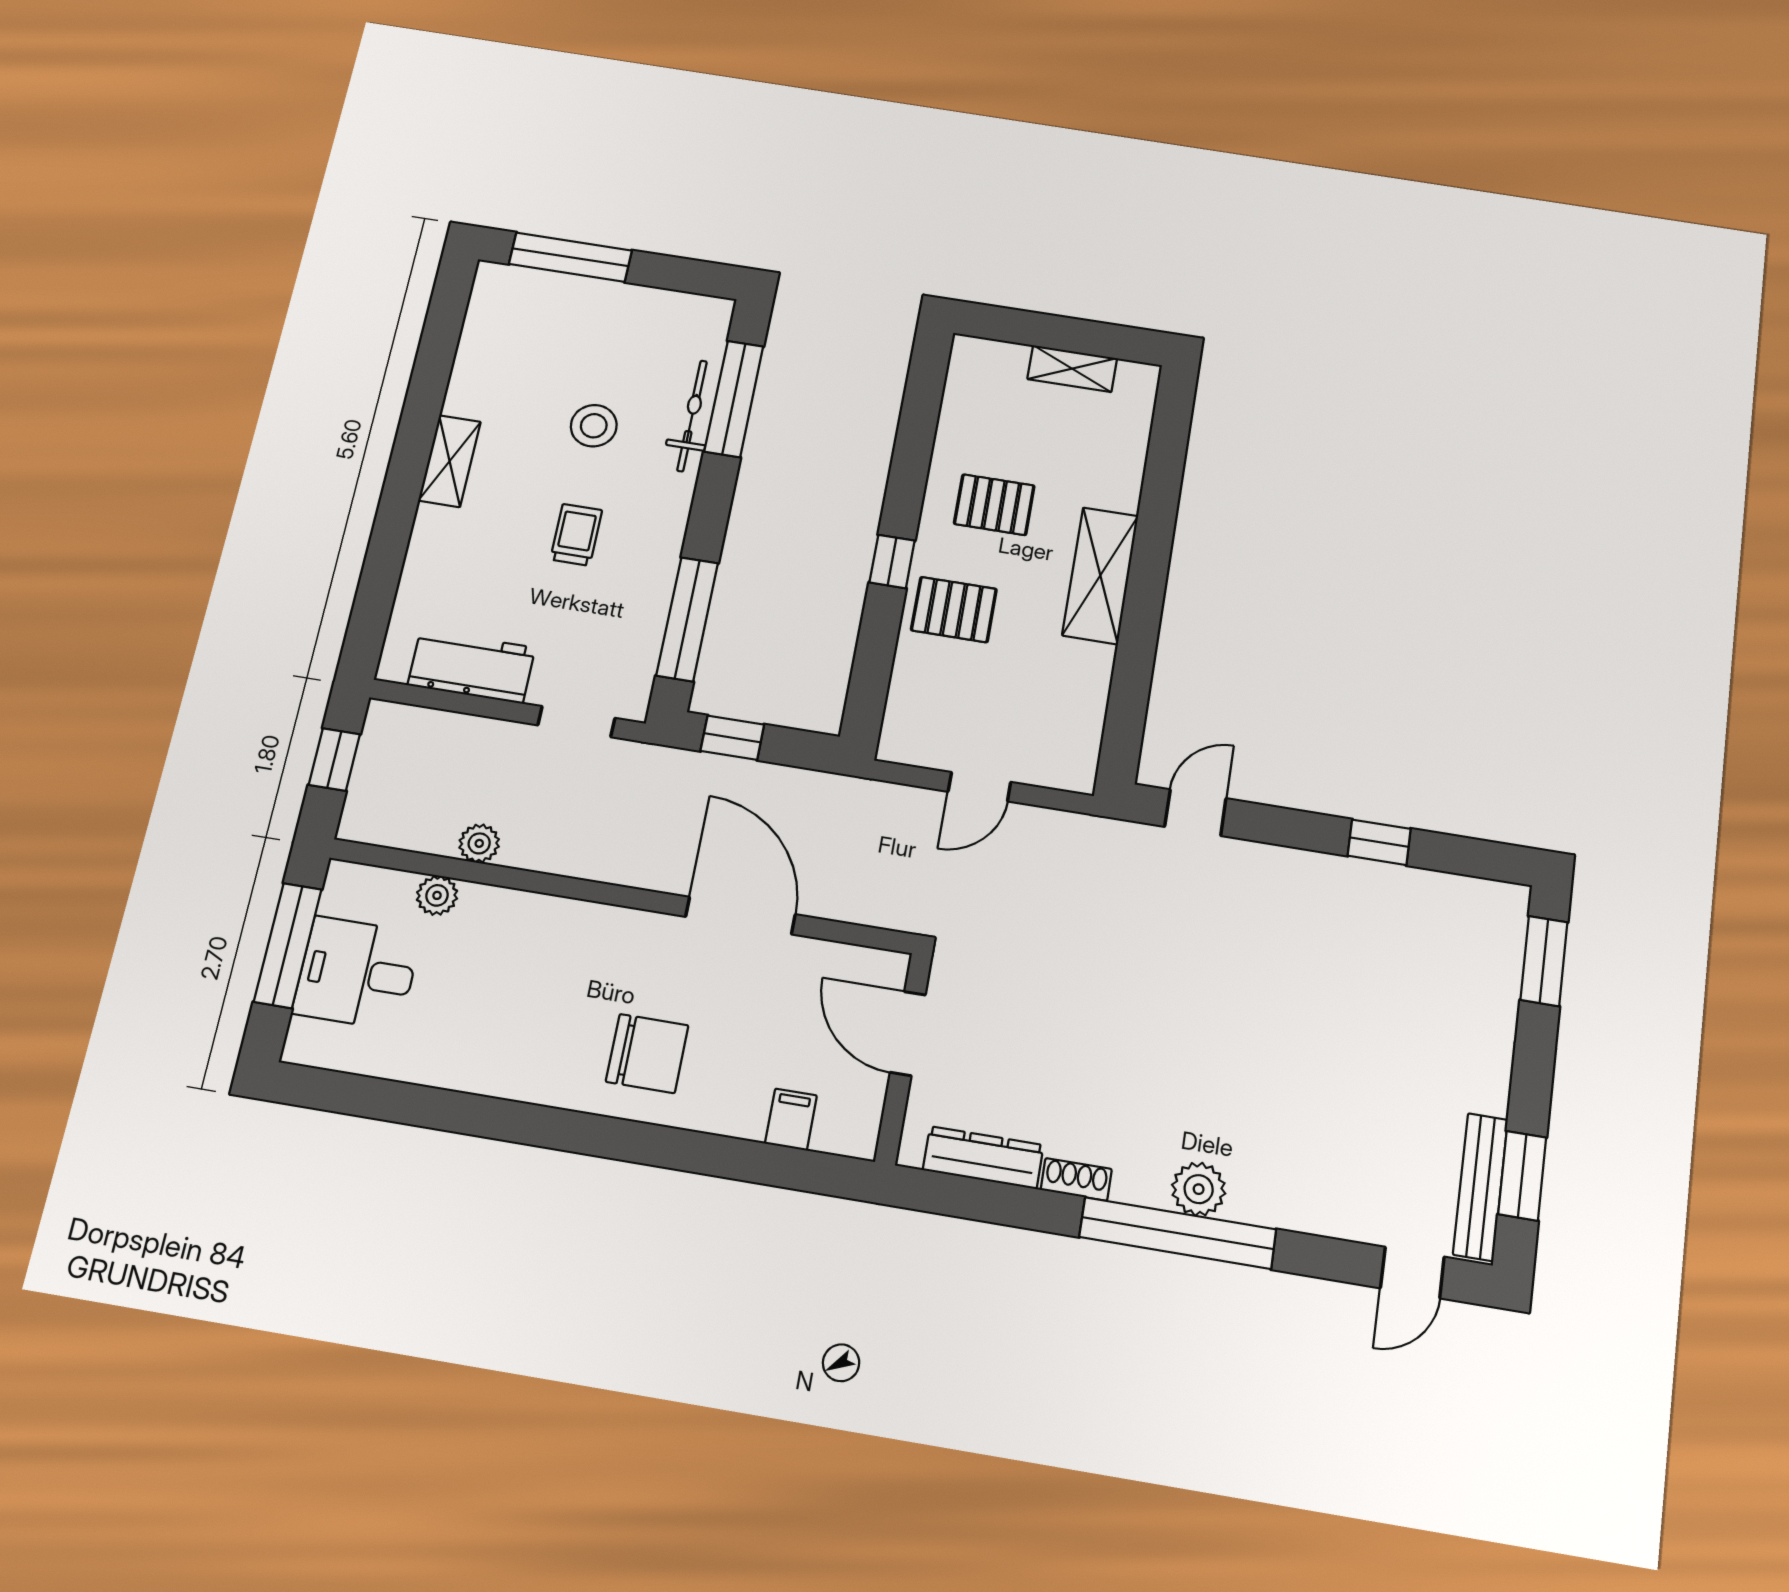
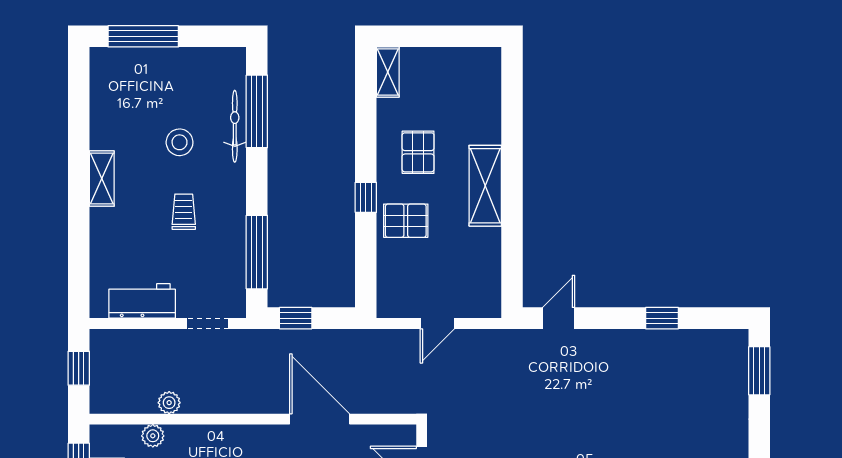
shelving: (1072, 369) -> (388, 72), moved, turned 90
pallet: (994, 505) -> (418, 152), turned 90

